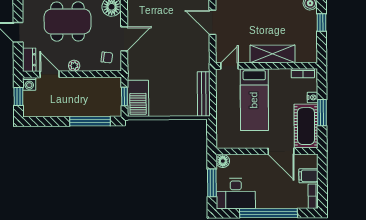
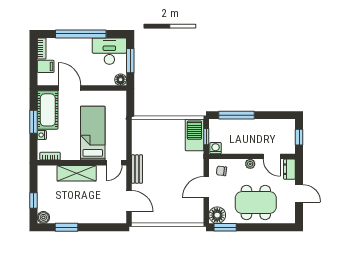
washing machine: (29, 84) -> (216, 148), moved
bench: (204, 94) -> (137, 169), moved, width x0.73

